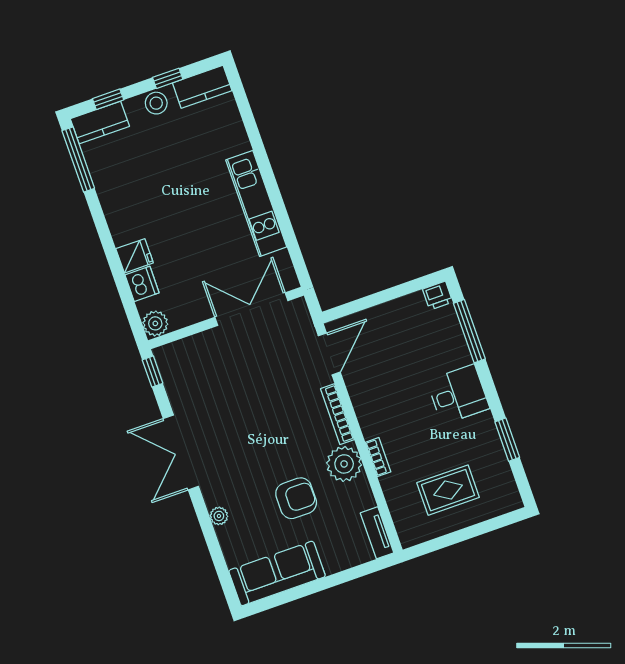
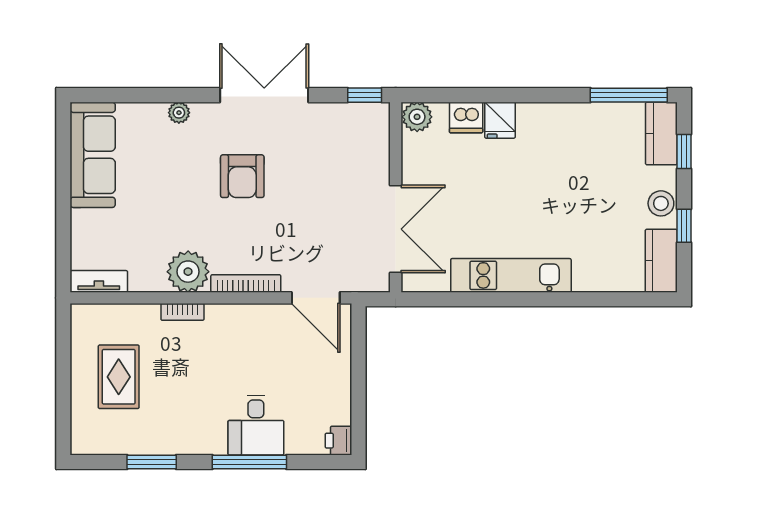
window: (469, 331) -> (249, 462), moved
desk: (458, 394) -> (256, 425), moved
armchair: (296, 498) -> (242, 176), moved

